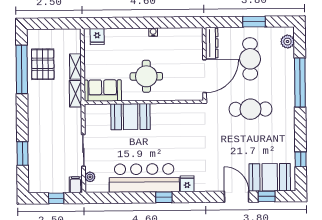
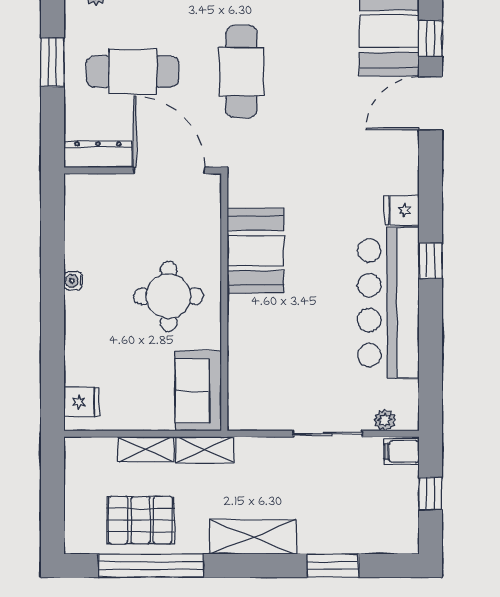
shelving: (35, 116) -> (253, 537), added
booth: (131, 117) -> (255, 251), moved

